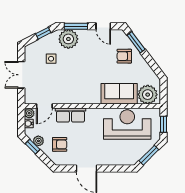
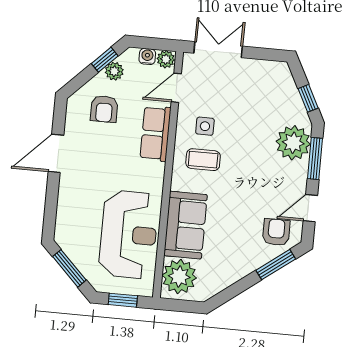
armchair: (124, 56) -> (276, 232), moved
side table: (51, 59) -> (205, 126), moved
double door: (21, 75) -> (218, 50), moved
coffee table: (82, 88) -> (203, 160), added
door: (44, 106) -> (176, 88), hinge flipped

